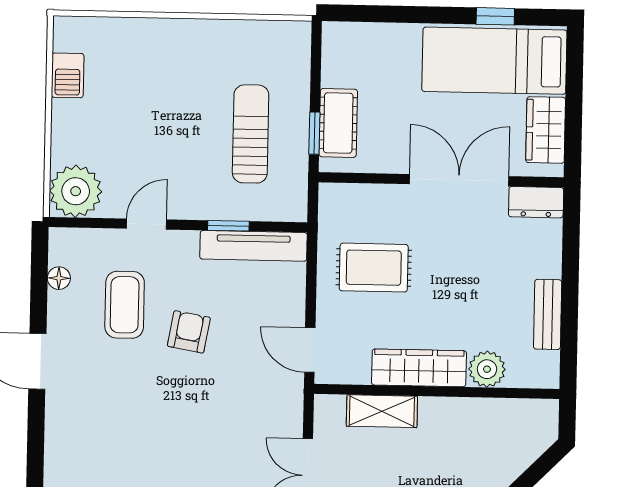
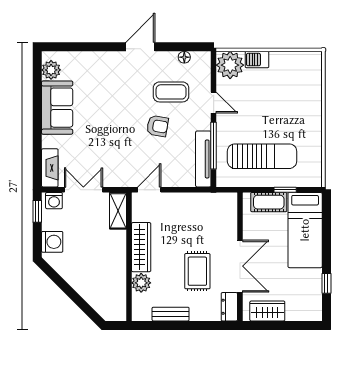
bed: (494, 61) -> (305, 230), moved, turned 180
barbecue: (68, 75) -> (257, 60), moved
window: (314, 133) -> (285, 190), moved
sun lounger: (251, 134) -> (262, 156), width x1.36, depth x1.34
window: (228, 226) -> (214, 146), width x2.17
rug: (374, 268) -> (197, 271), moved
shelving: (382, 411) -> (118, 211), moved

